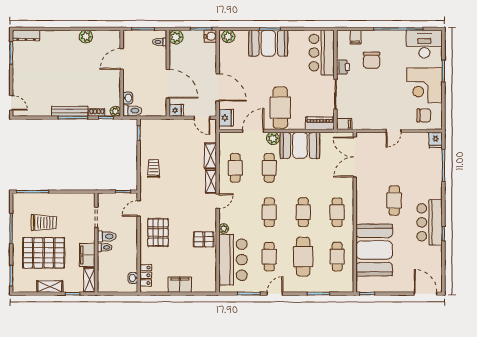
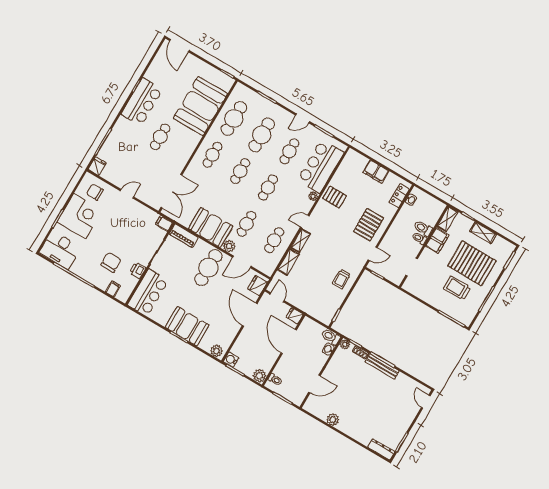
toilet: (107, 236) -> (423, 228), moved
cafe table: (337, 257) -> (234, 119), width x1.37, depth x1.35

